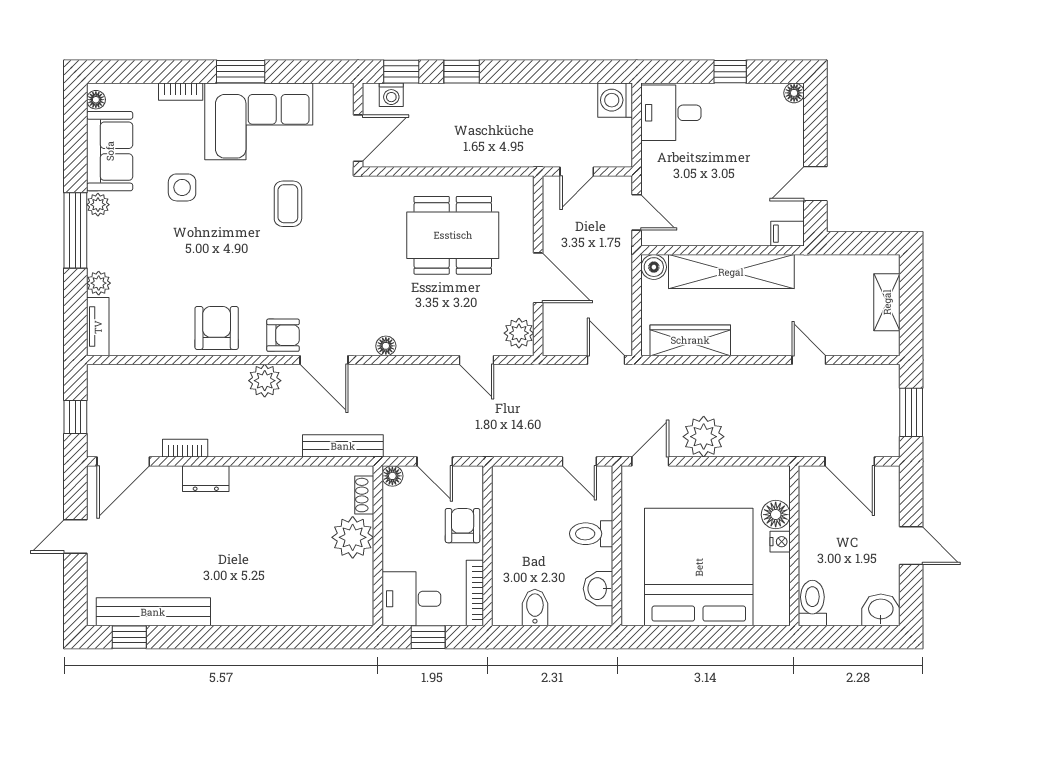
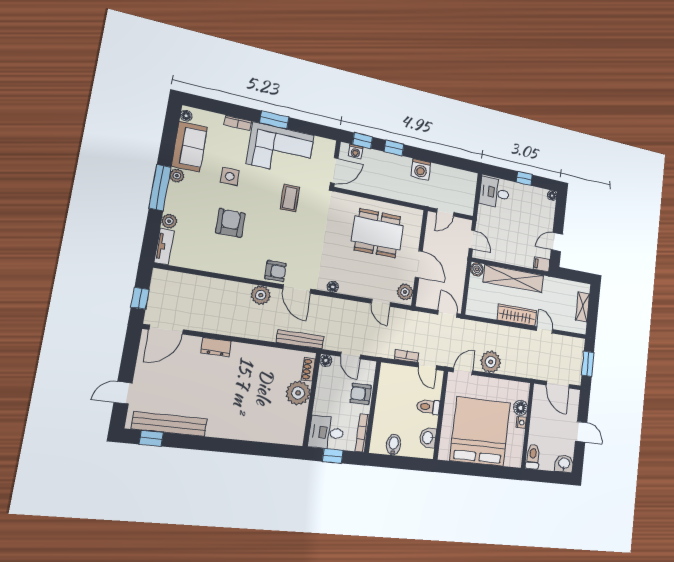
washing machine: (615, 100) -> (421, 169), moved, turned -90
armchair: (217, 328) -> (230, 223), moved
wardrobe: (690, 340) -> (517, 315), moved
bookcase: (185, 448) -> (407, 356), moved
armchair: (463, 526) -> (361, 394), turned -90
door: (75, 536) -> (123, 393), moved

